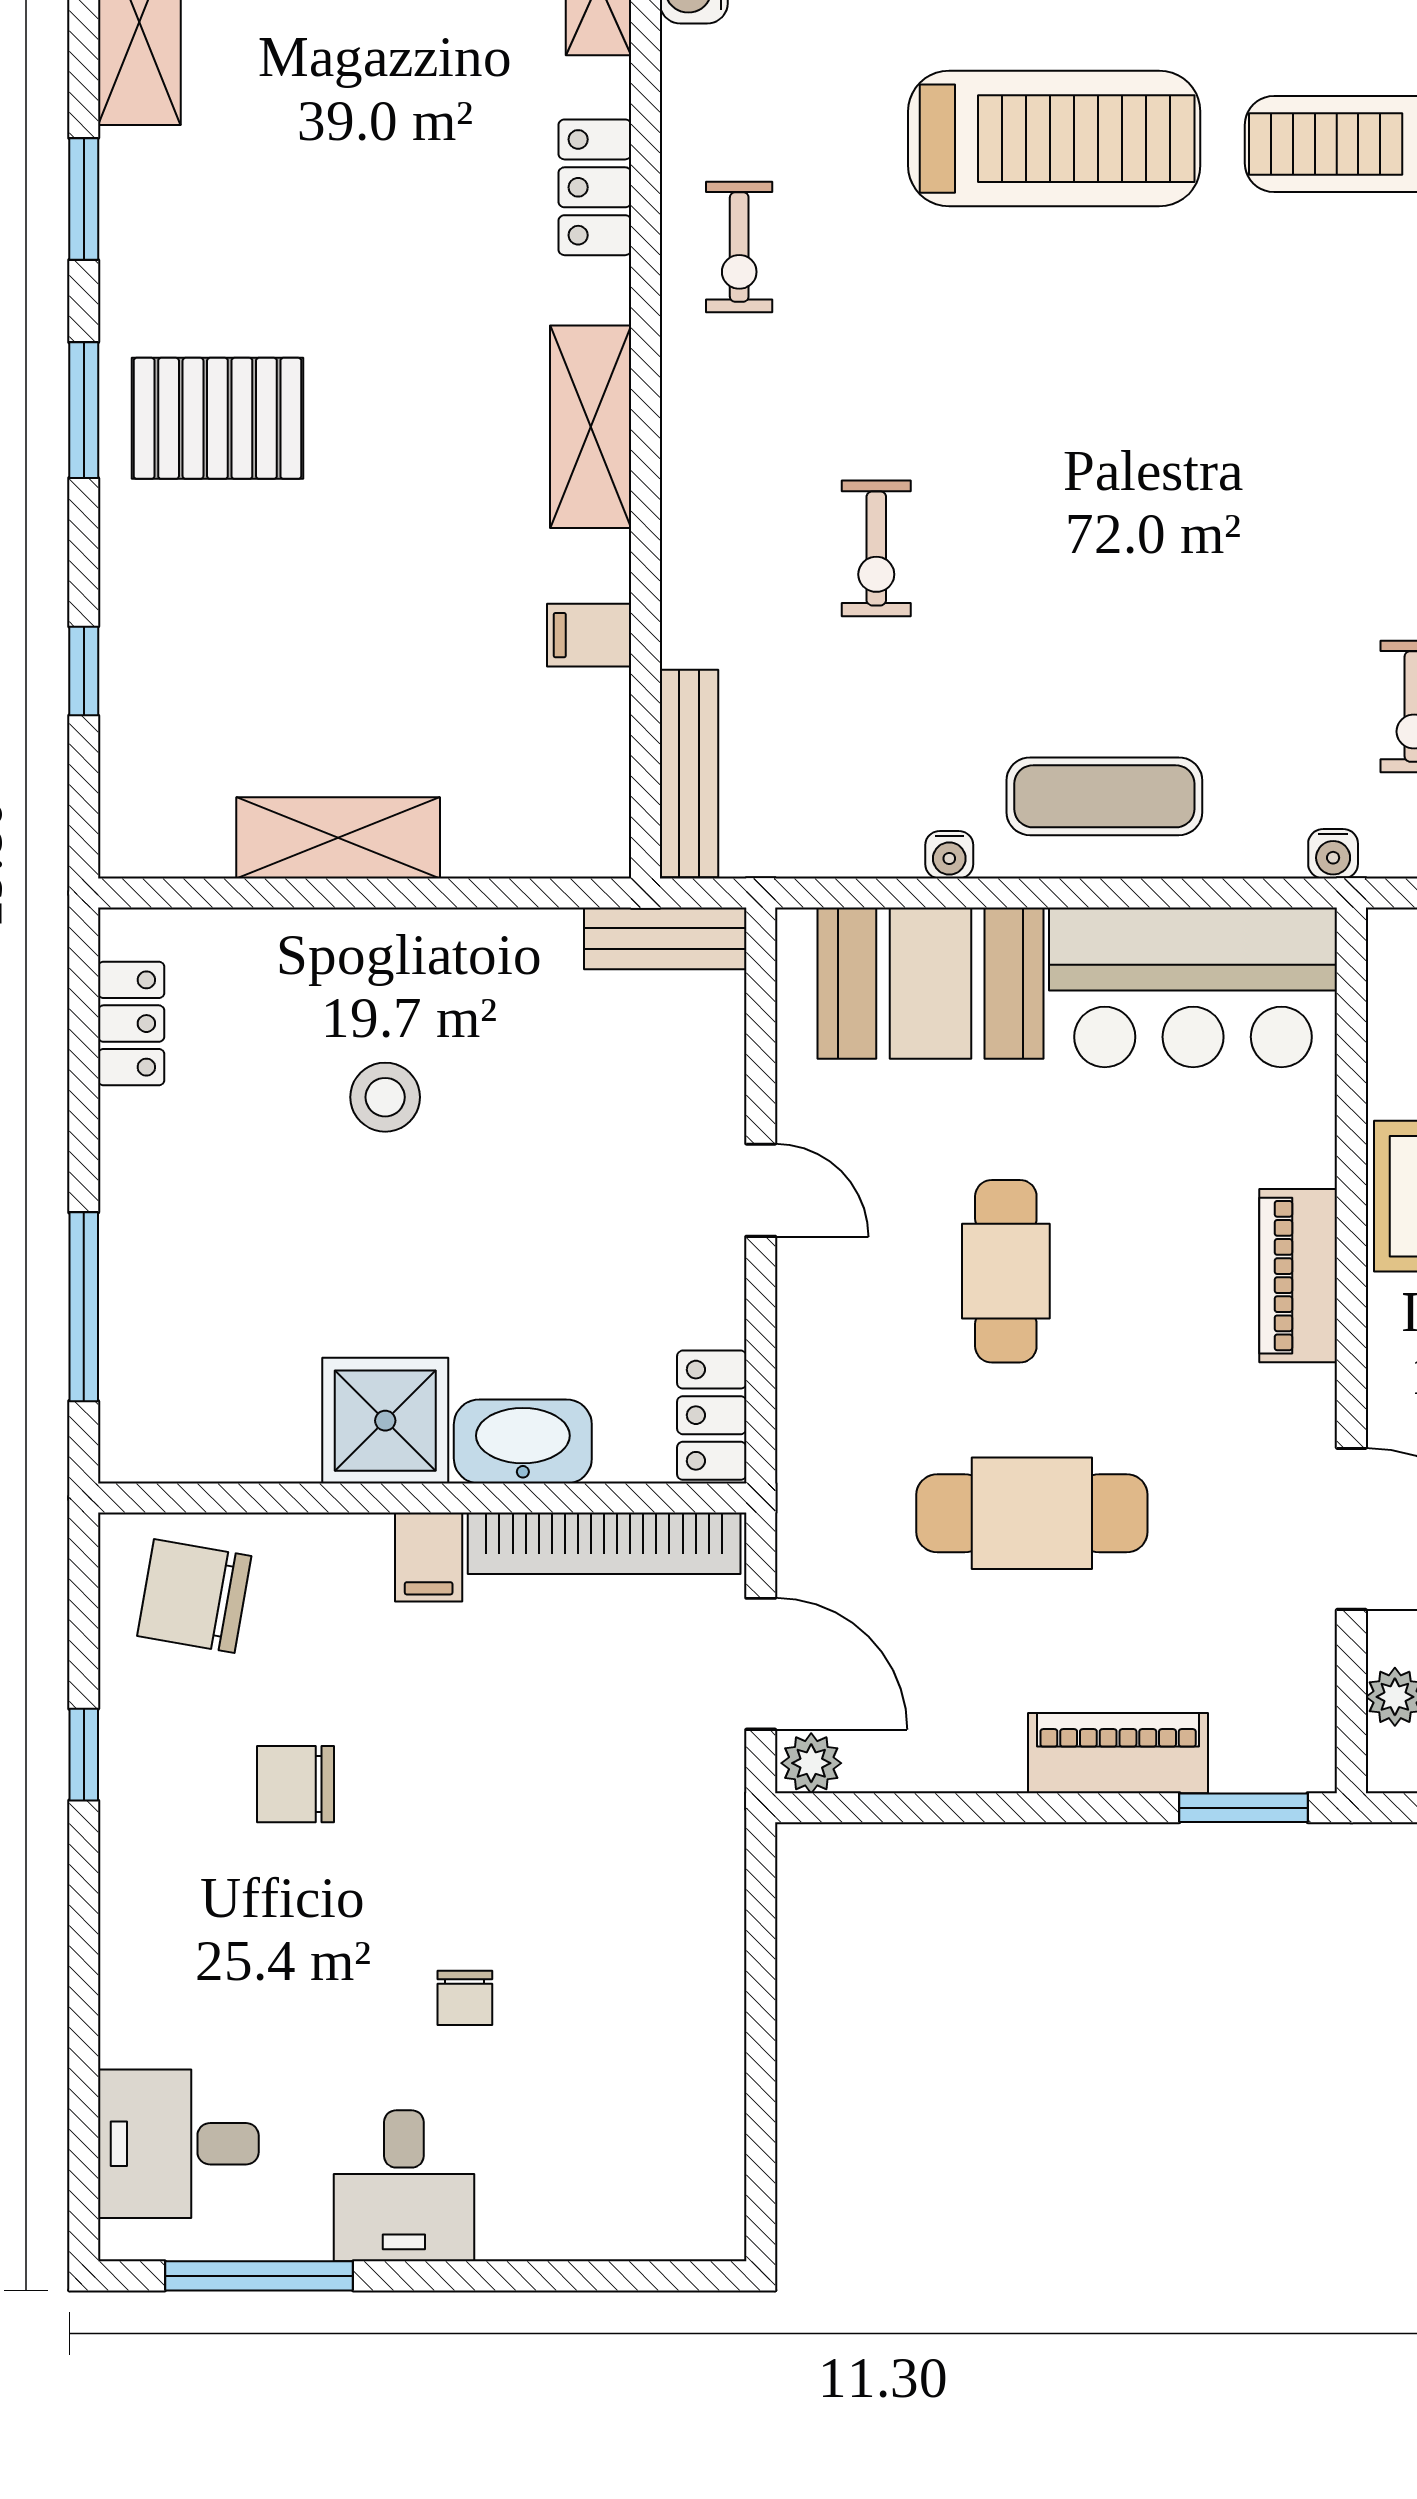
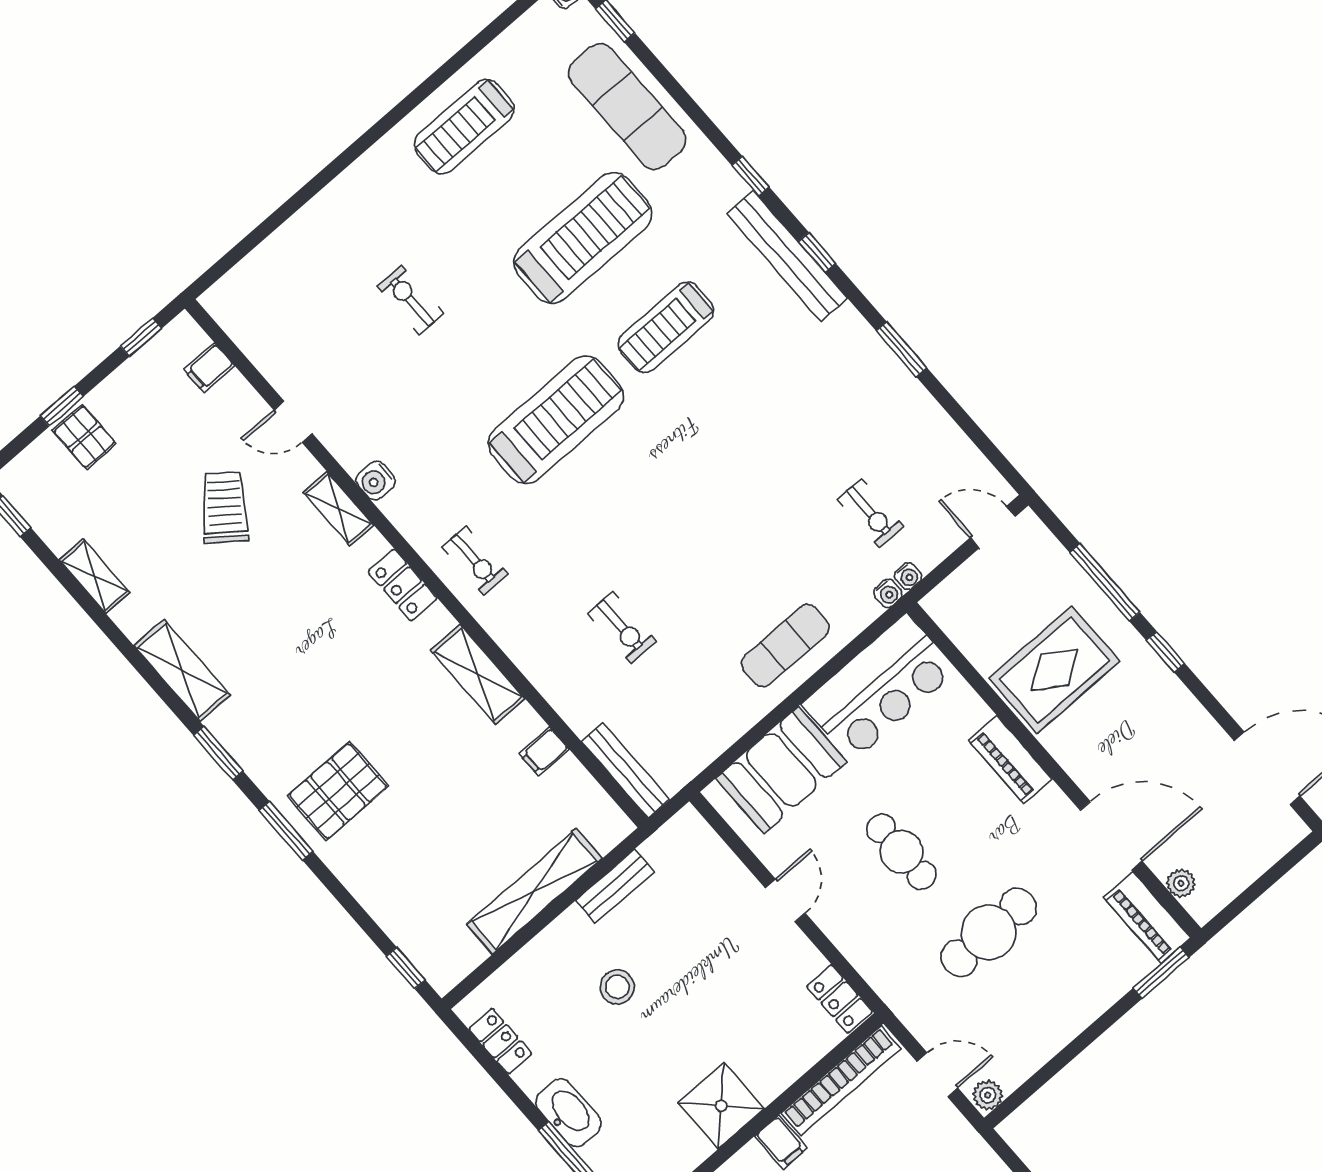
window: (84, 671) -> (406, 968), moved
shelving: (338, 838) -> (534, 891), width x1.47
water cooler: (949, 855) -> (908, 576), moved
bench: (665, 938) -> (615, 886), moved
door: (761, 1190) -> (785, 901), hinge flipped
washbasin: (523, 1441) -> (568, 1113), moved, turned 90
door: (761, 1664) -> (937, 1075), width x0.73
piano: (1118, 1753) -> (1147, 917), moved, turned -90

